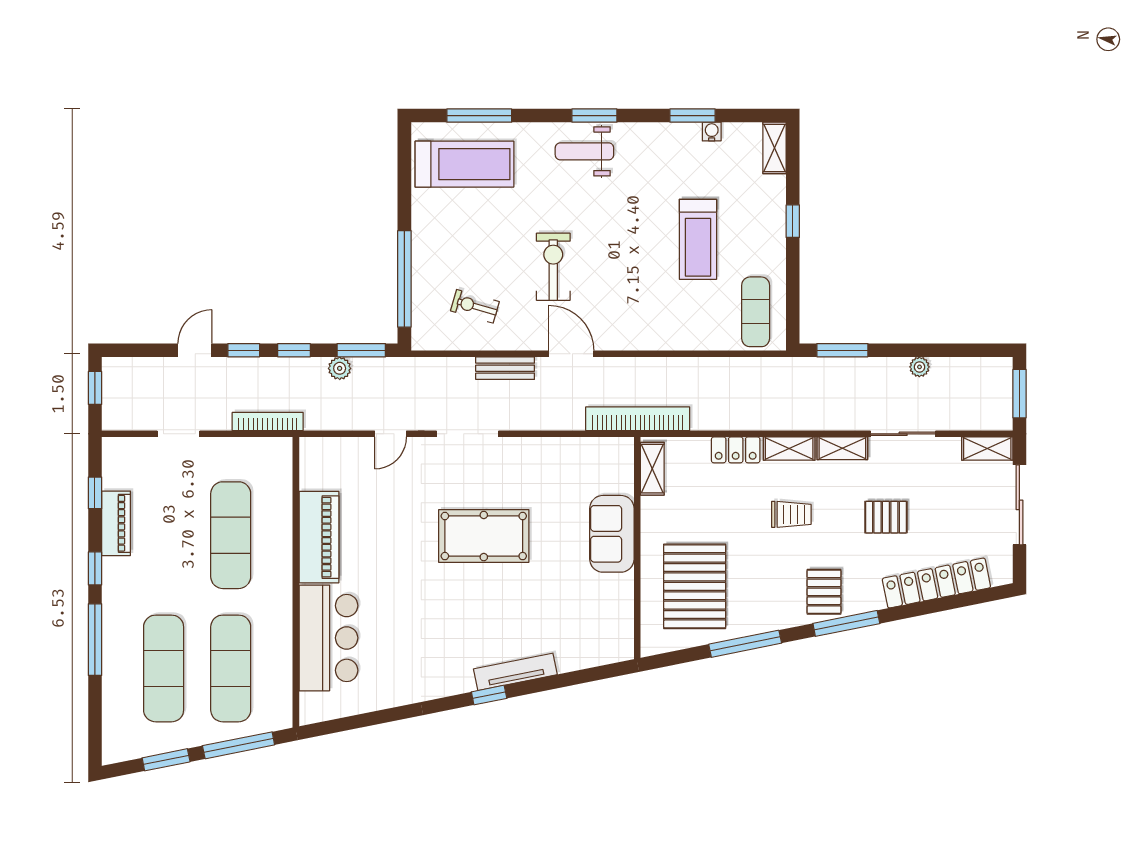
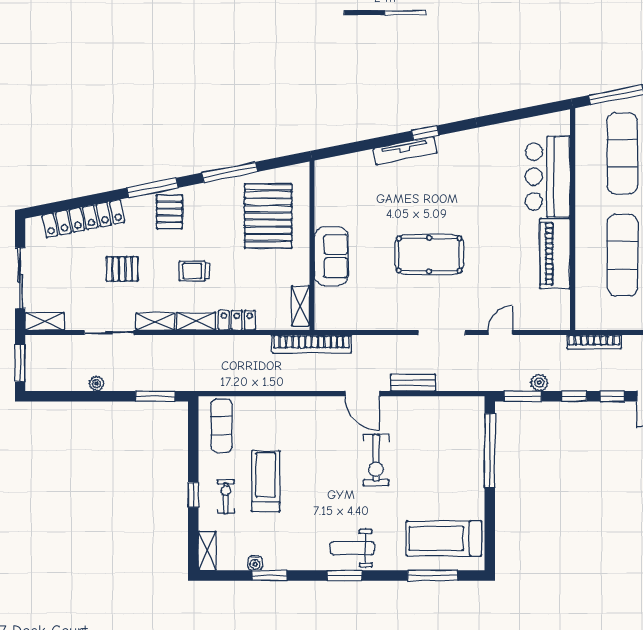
weight bench: (584, 151) -> (352, 548), turned 180
exercise bike: (475, 306) -> (226, 497), moved, turned -106

